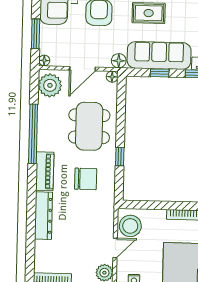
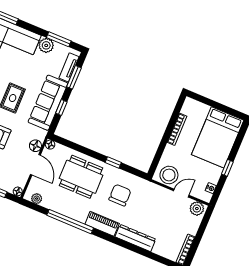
floor lamp: (119, 61) -> (35, 146), moved
plant: (50, 85) -> (37, 199), width x0.53, depth x0.53
door: (115, 248) -> (181, 193), hinge flipped

